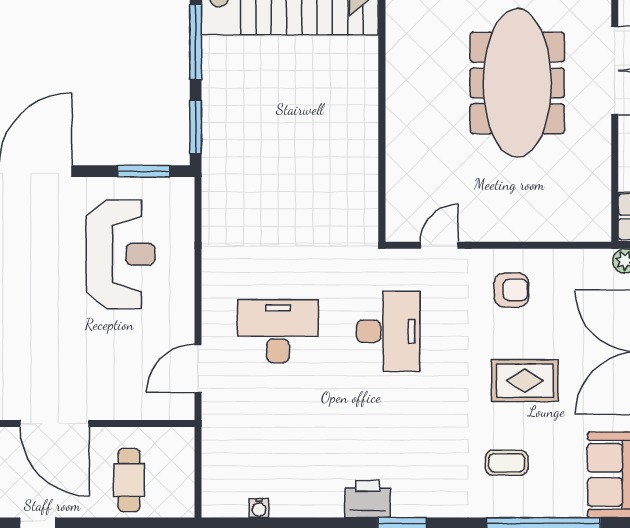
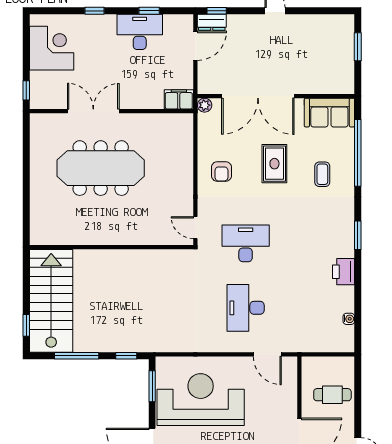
window: (196, 127) -> (126, 356), width x0.67
door: (439, 245) -> (195, 228), moved
reception desk: (121, 254) -> (201, 400), width x1.36, depth x1.30
armchair: (511, 290) -> (221, 172), turned 180
printer: (368, 499) -> (344, 272), moved

